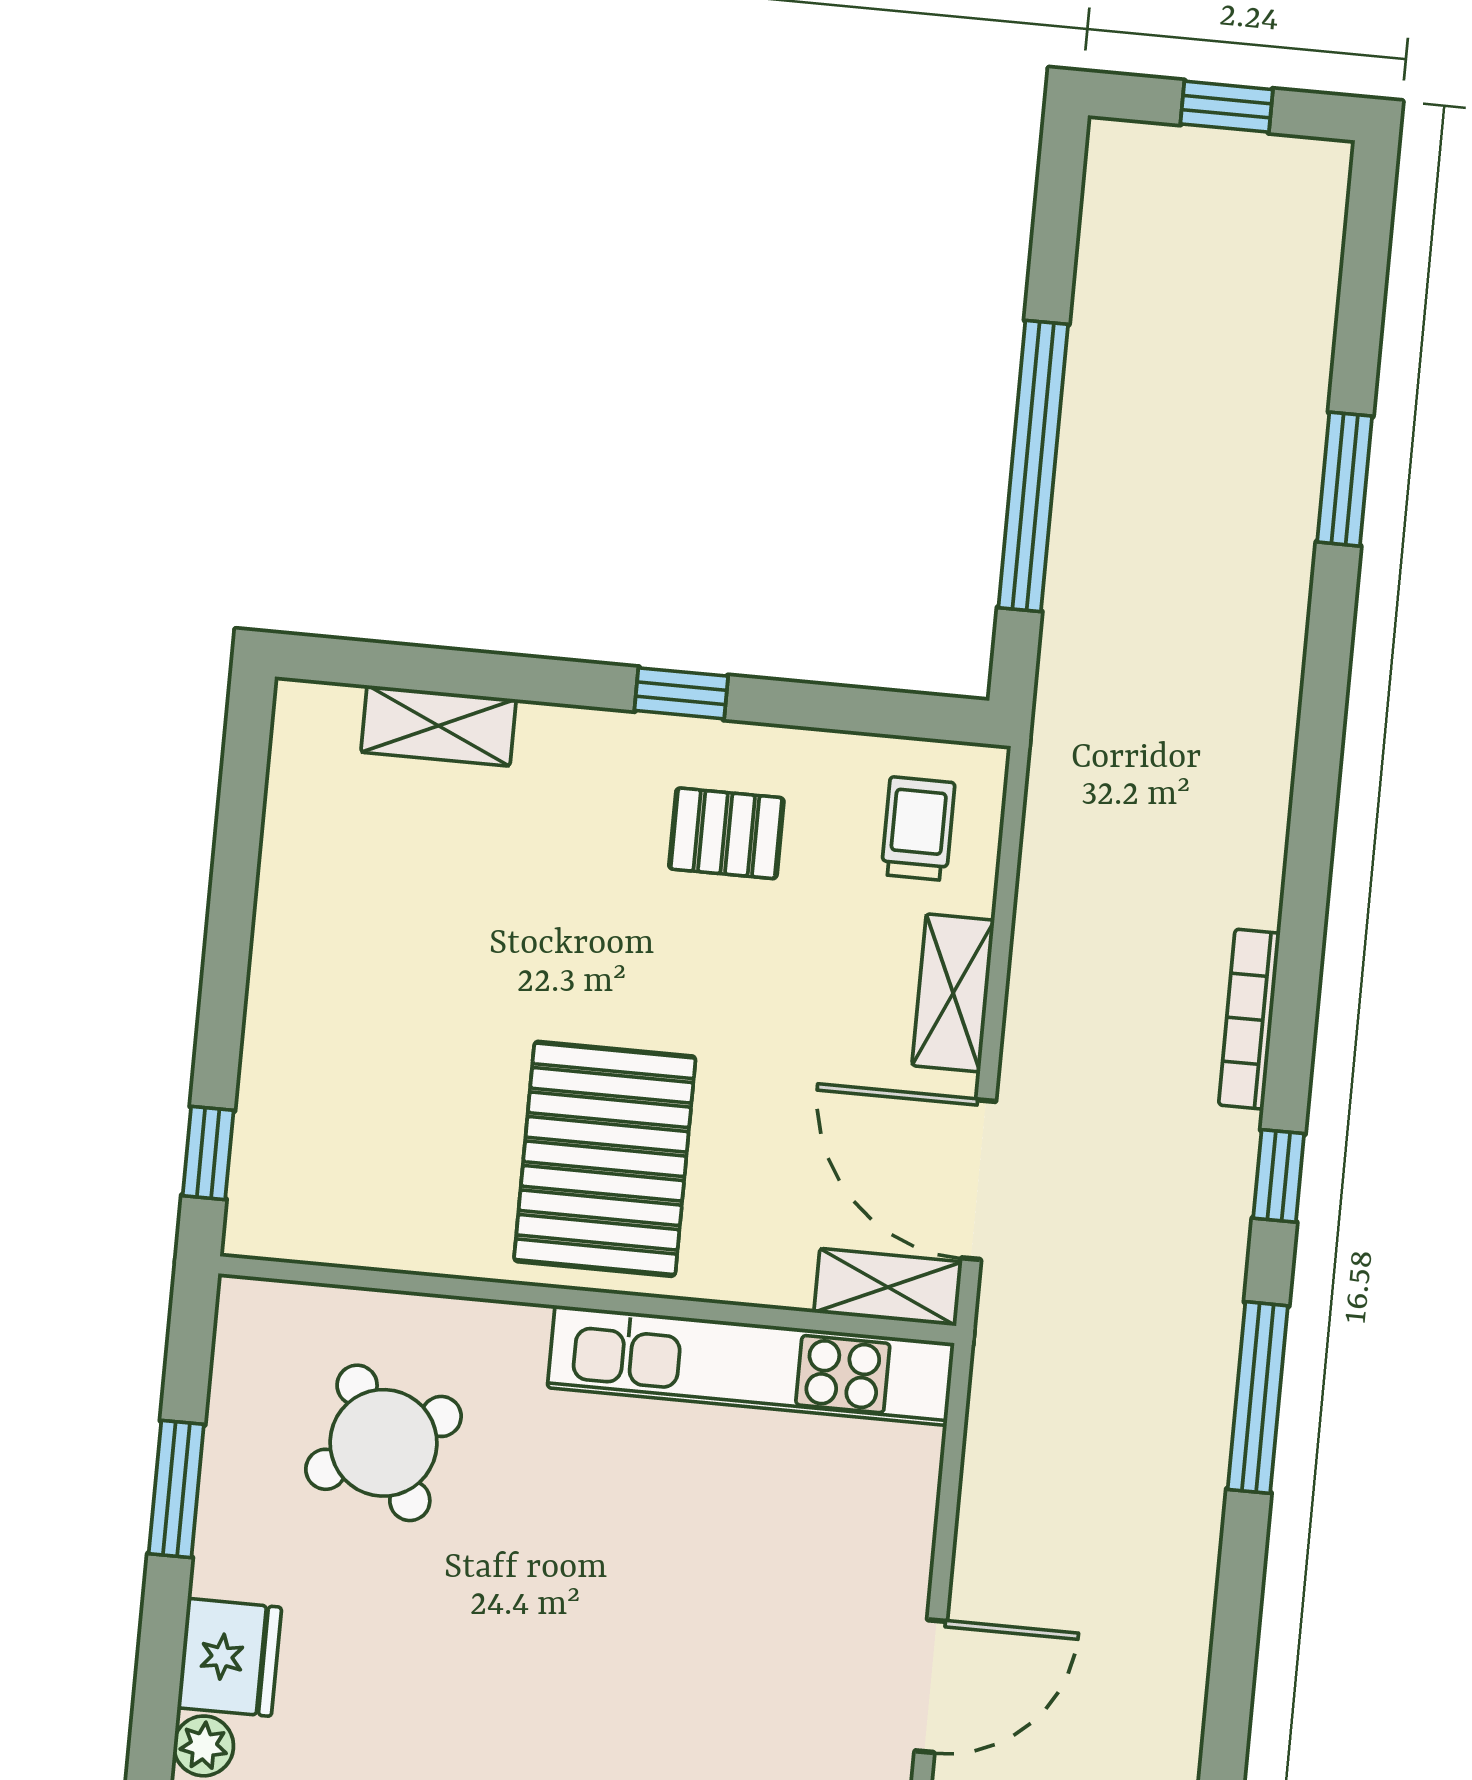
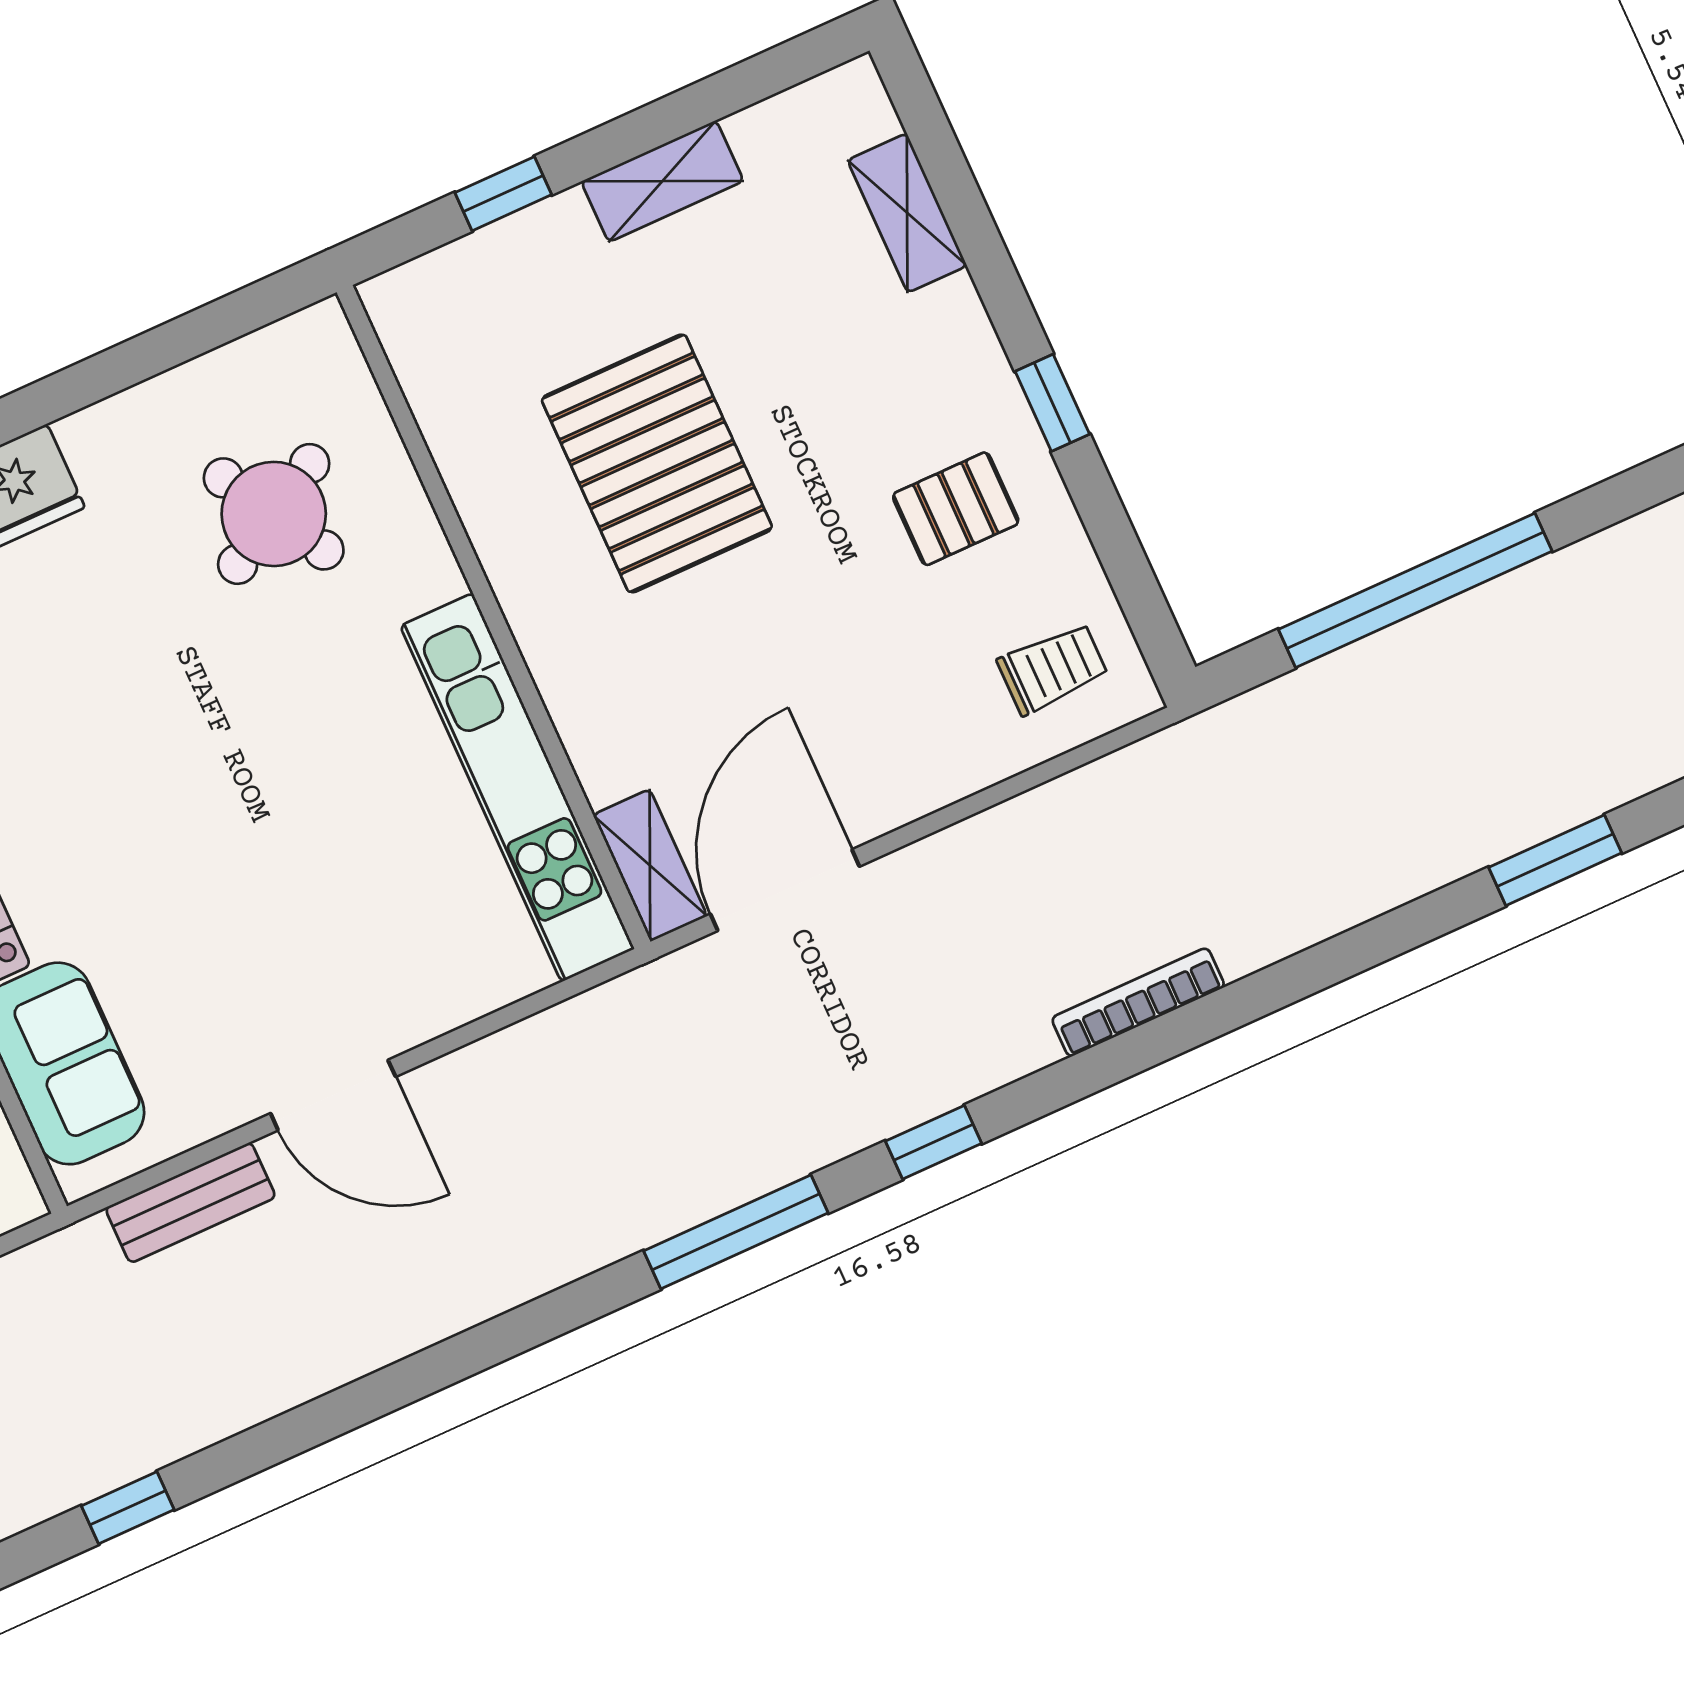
pallet: (726, 833) -> (956, 509), turned 90
shelving: (953, 993) -> (662, 181), moved
bookcase: (1249, 1019) -> (1138, 1002), moved
window: (208, 1153) -> (503, 194), moved
pallet: (605, 1159) -> (657, 463), moved, turned 90
window: (176, 1489) -> (134, 361), removed

